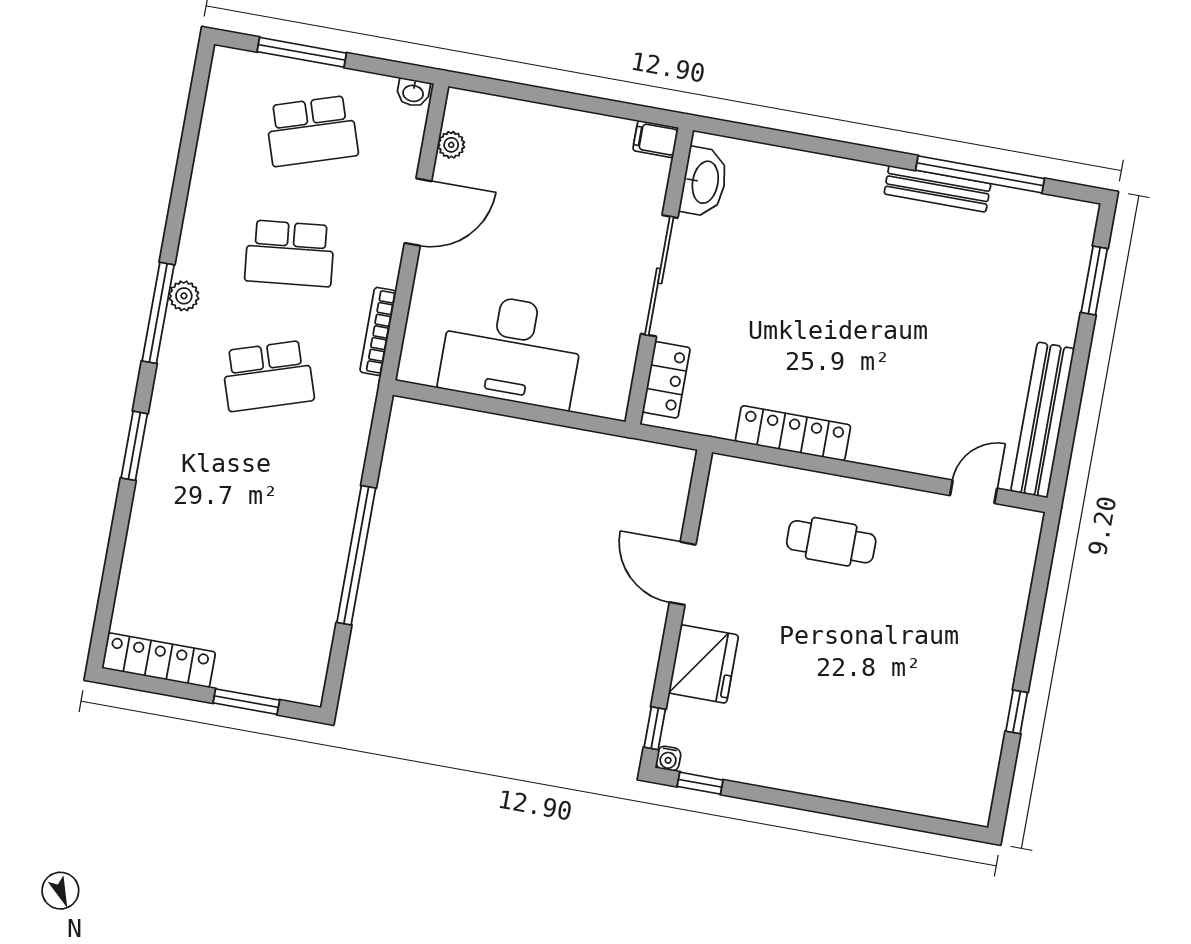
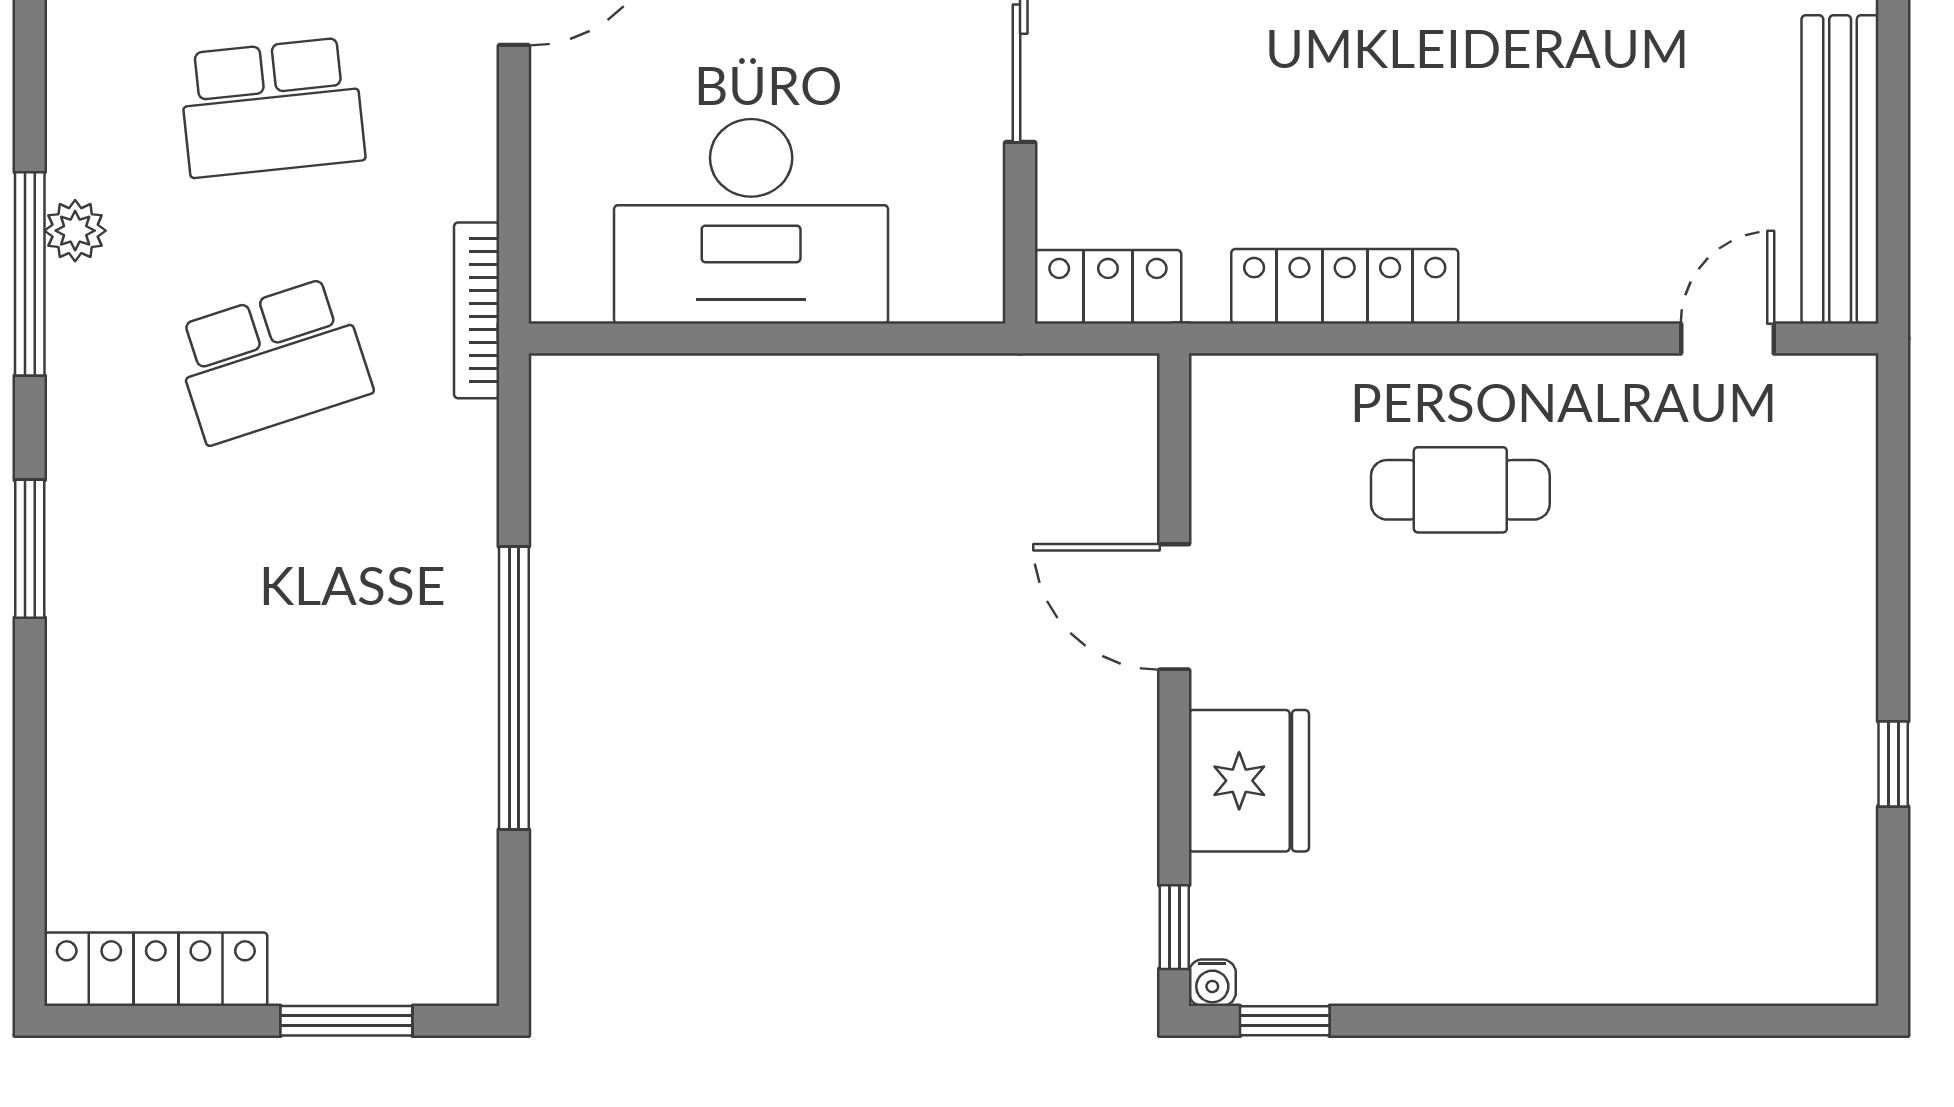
bookcase: (378, 331) -> (477, 310), moved
locker: (666, 380) -> (1108, 287), moved, turned -90

